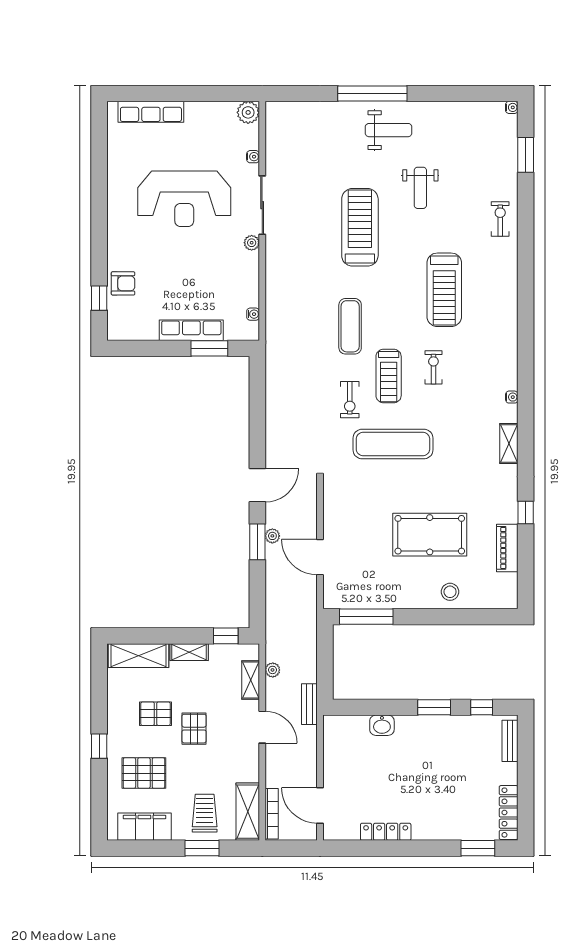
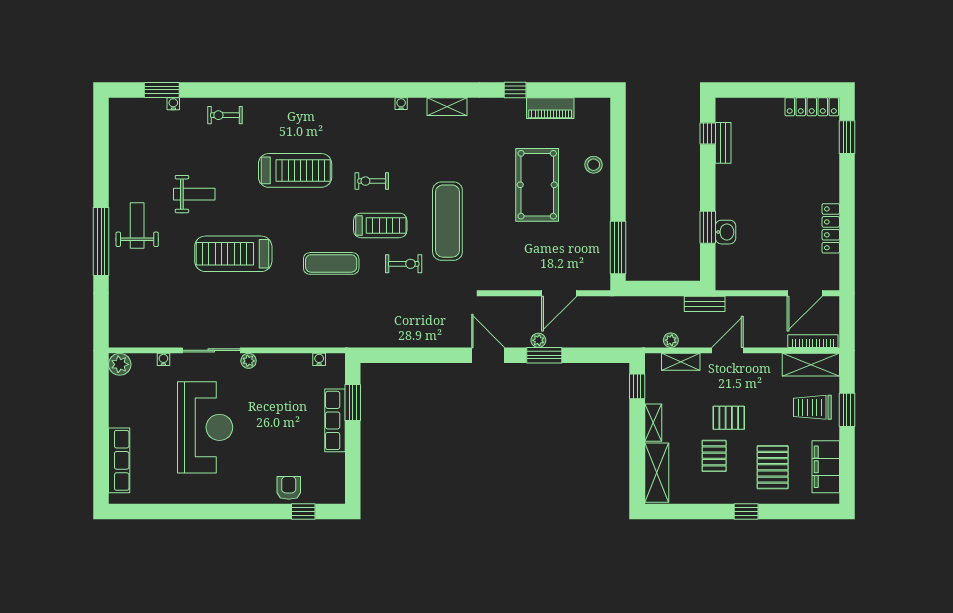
water cooler: (512, 107) -> (173, 104), moved
window: (434, 707) -> (708, 227), moved
bench: (510, 741) -> (723, 143), moved, turned 90

